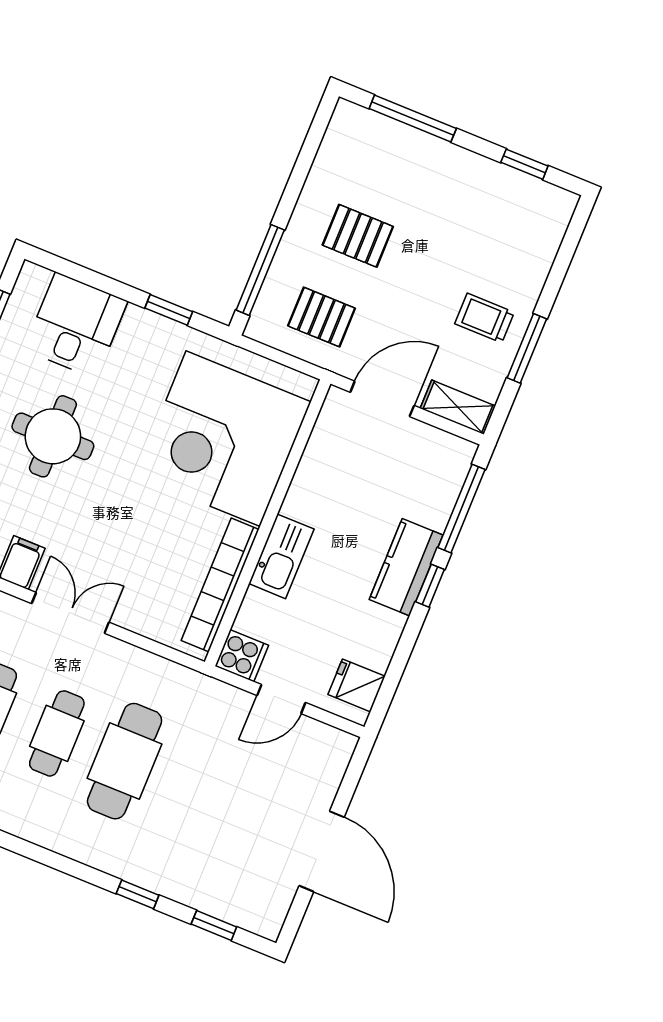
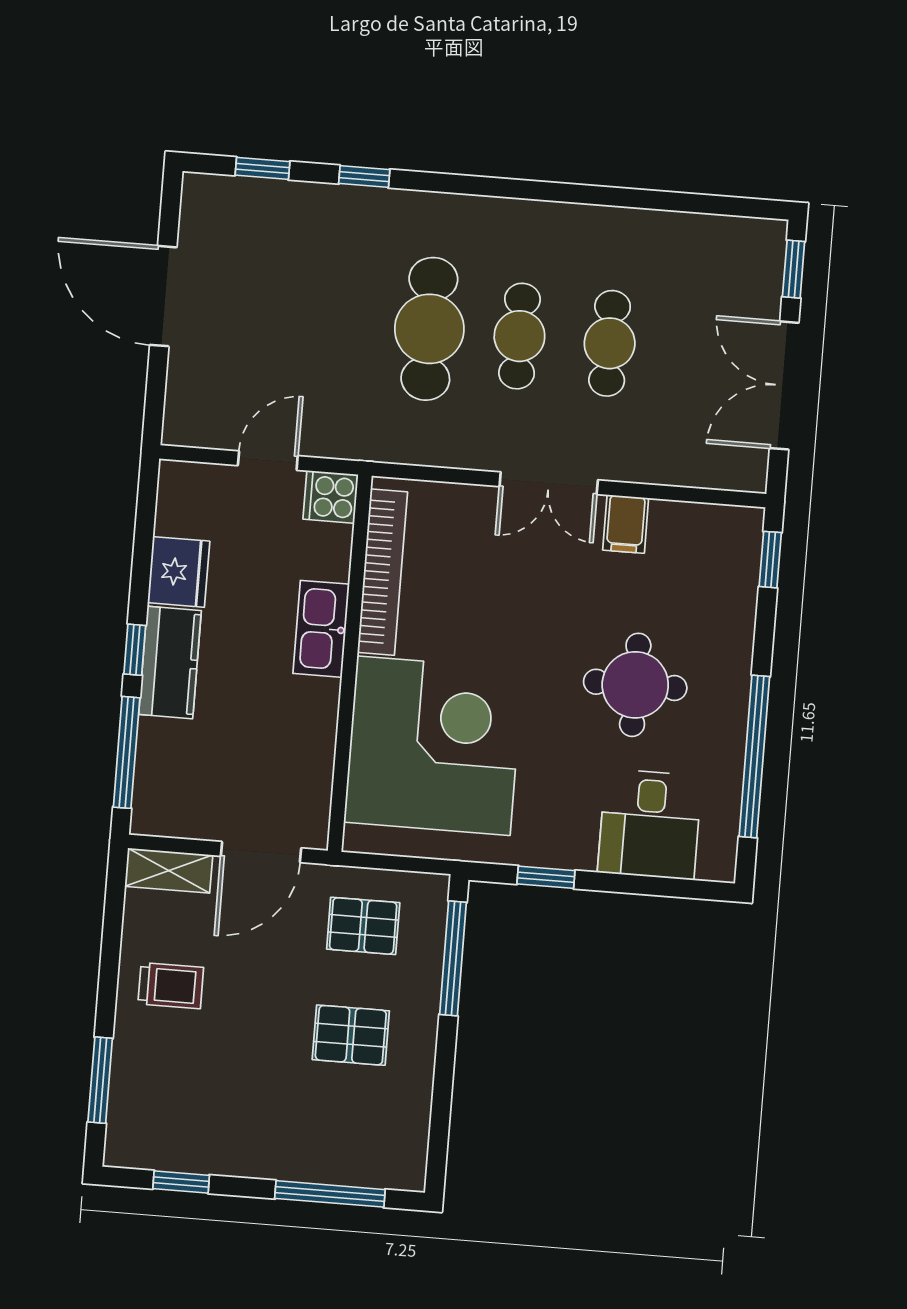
window: (527, 348) -> (100, 1080), moved
fridge: (357, 685) -> (179, 572), moved, width x1.38

